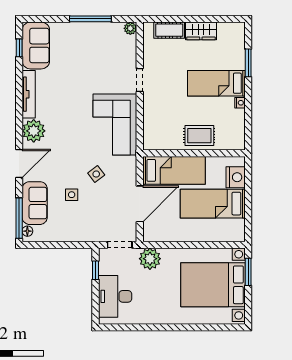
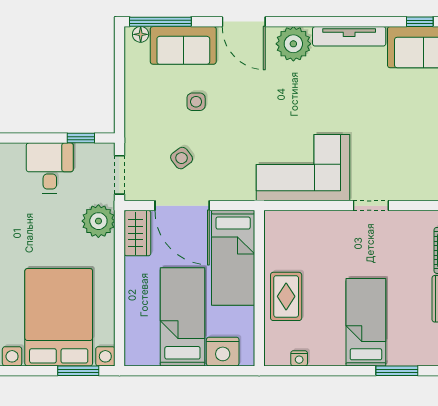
nightstand: (240, 103) -> (299, 358), moved
side table: (96, 174) -> (182, 158), moved
wardrobe: (158, 233) -> (137, 233), added
desk: (115, 296) -> (50, 168), width x0.73

